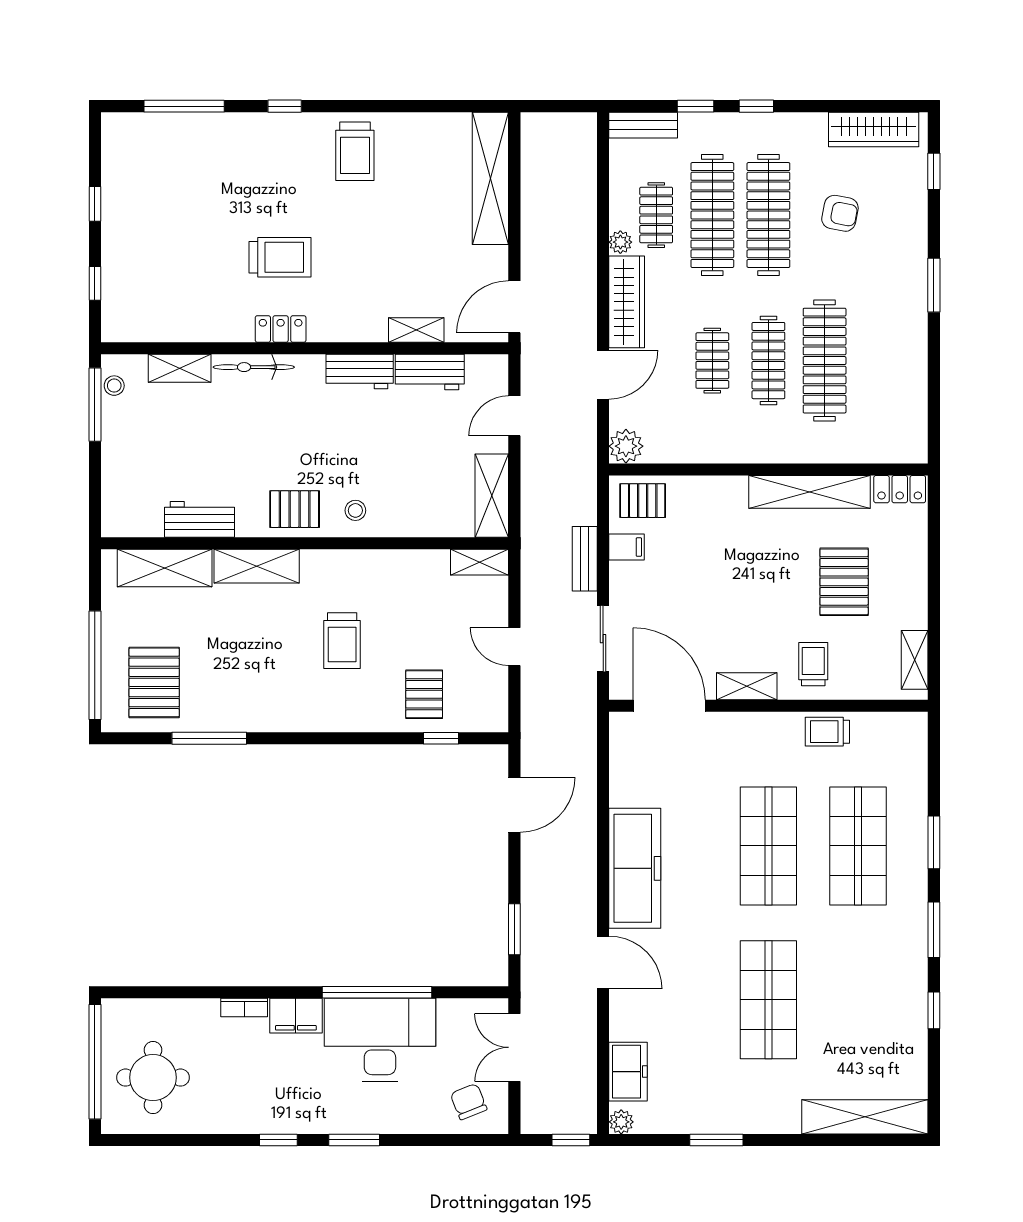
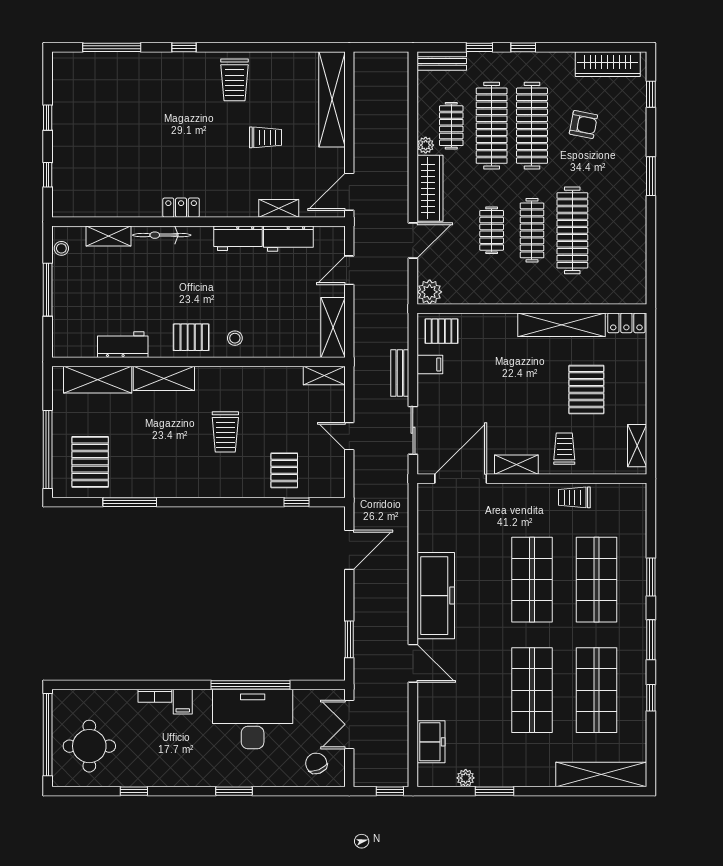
trolley: (280, 257) -> (265, 137), moved, width x0.73, depth x0.72
window: (95, 405) -> (48, 290), moved
door: (669, 706) -> (461, 479), hinge flipped
shop shelf: (858, 1000) -> (596, 690), added
filing cabinet: (296, 1016) -> (183, 702), width x0.50
plant: (621, 1122) -> (466, 778), moved
window: (278, 1140) -> (134, 791), moved

